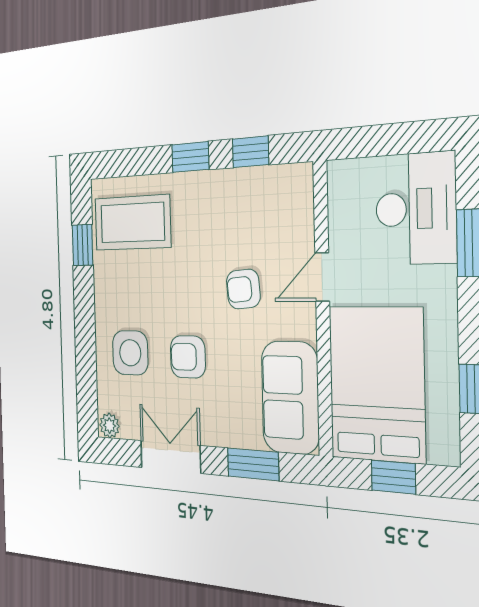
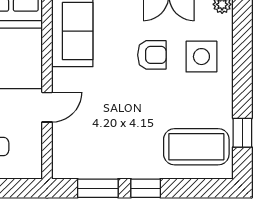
window: (250, 152) -> (98, 188), width x1.50
armchair: (243, 289) -> (106, 100), removed

